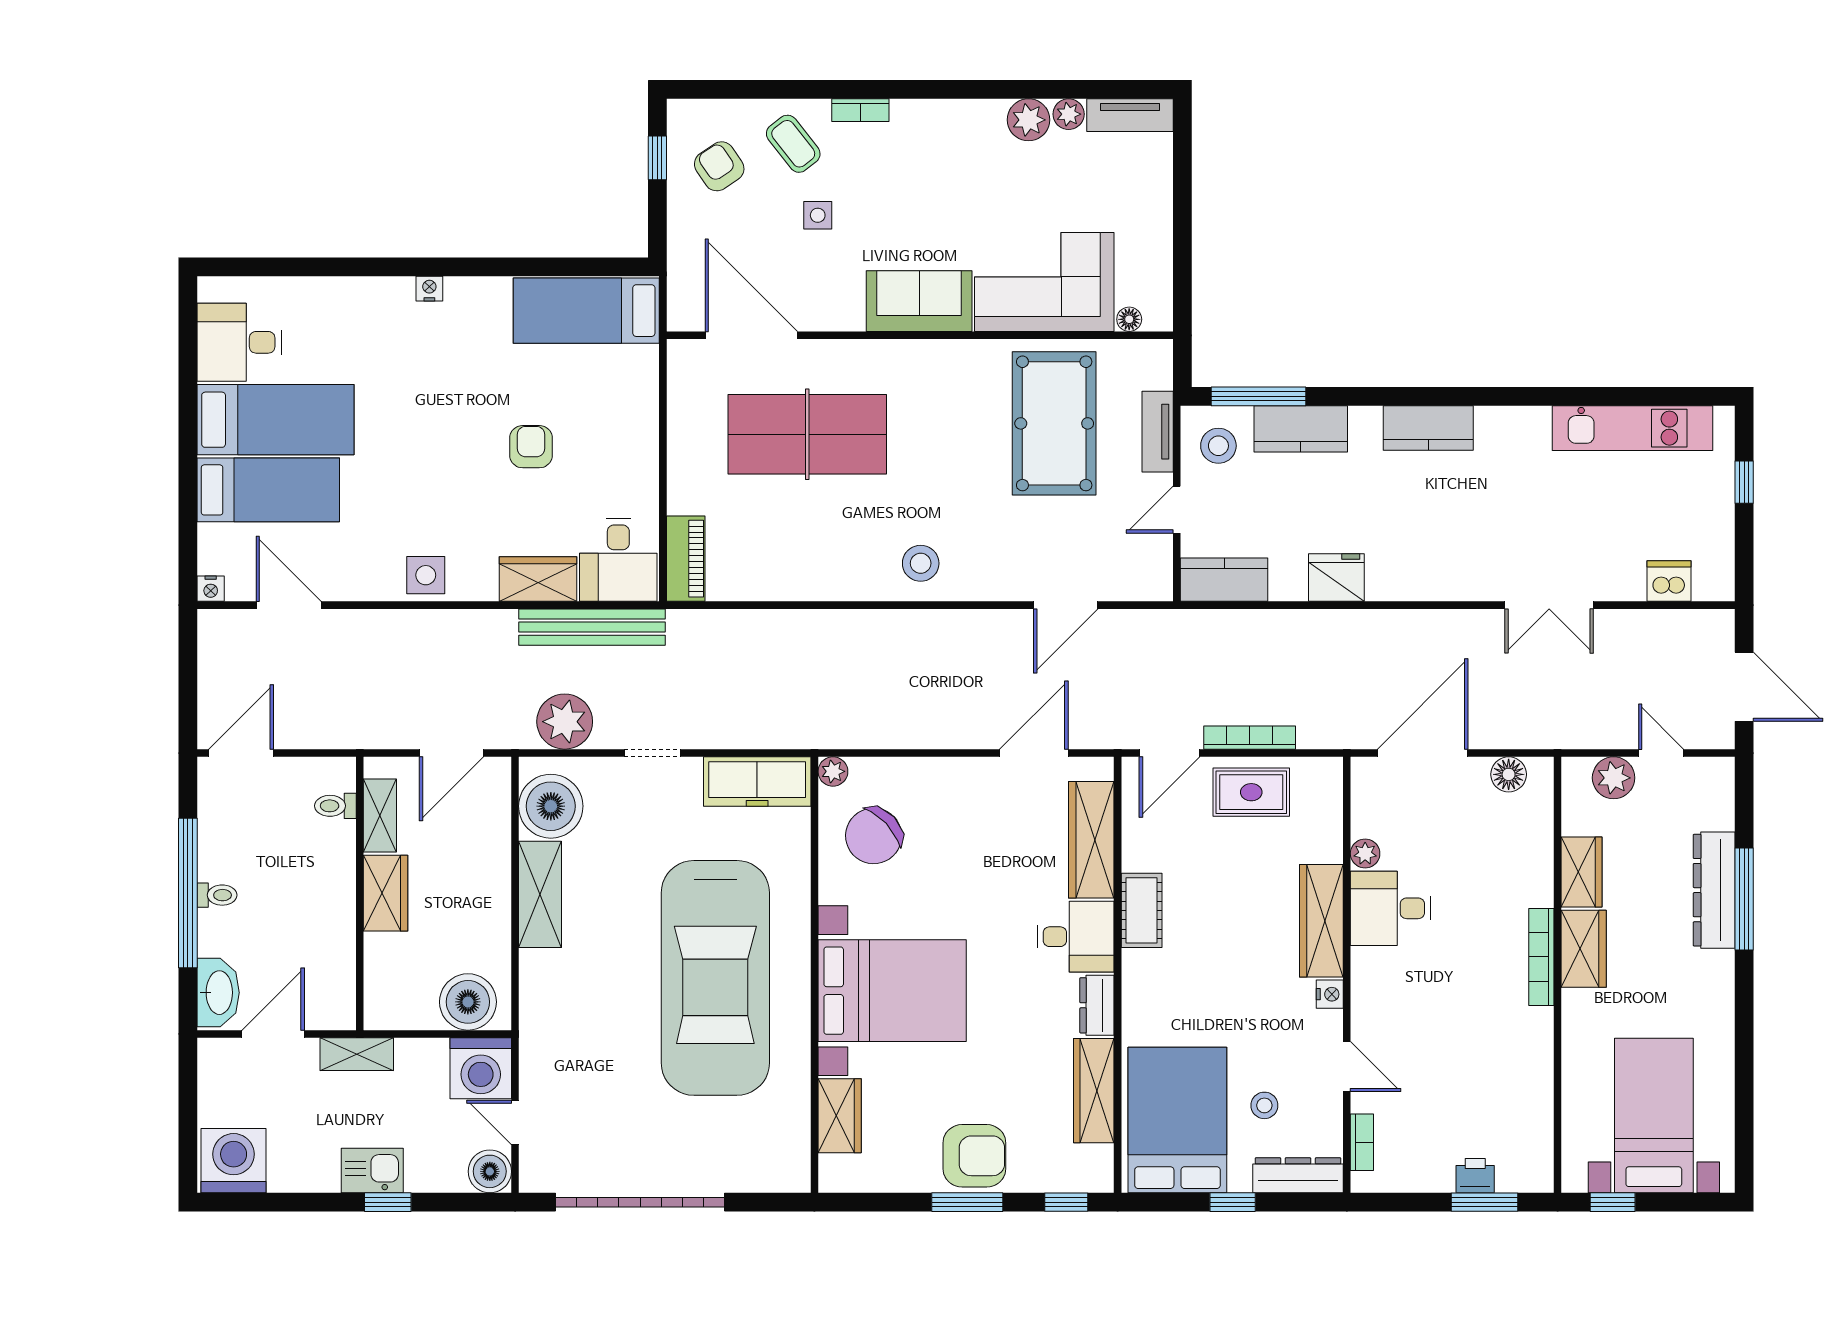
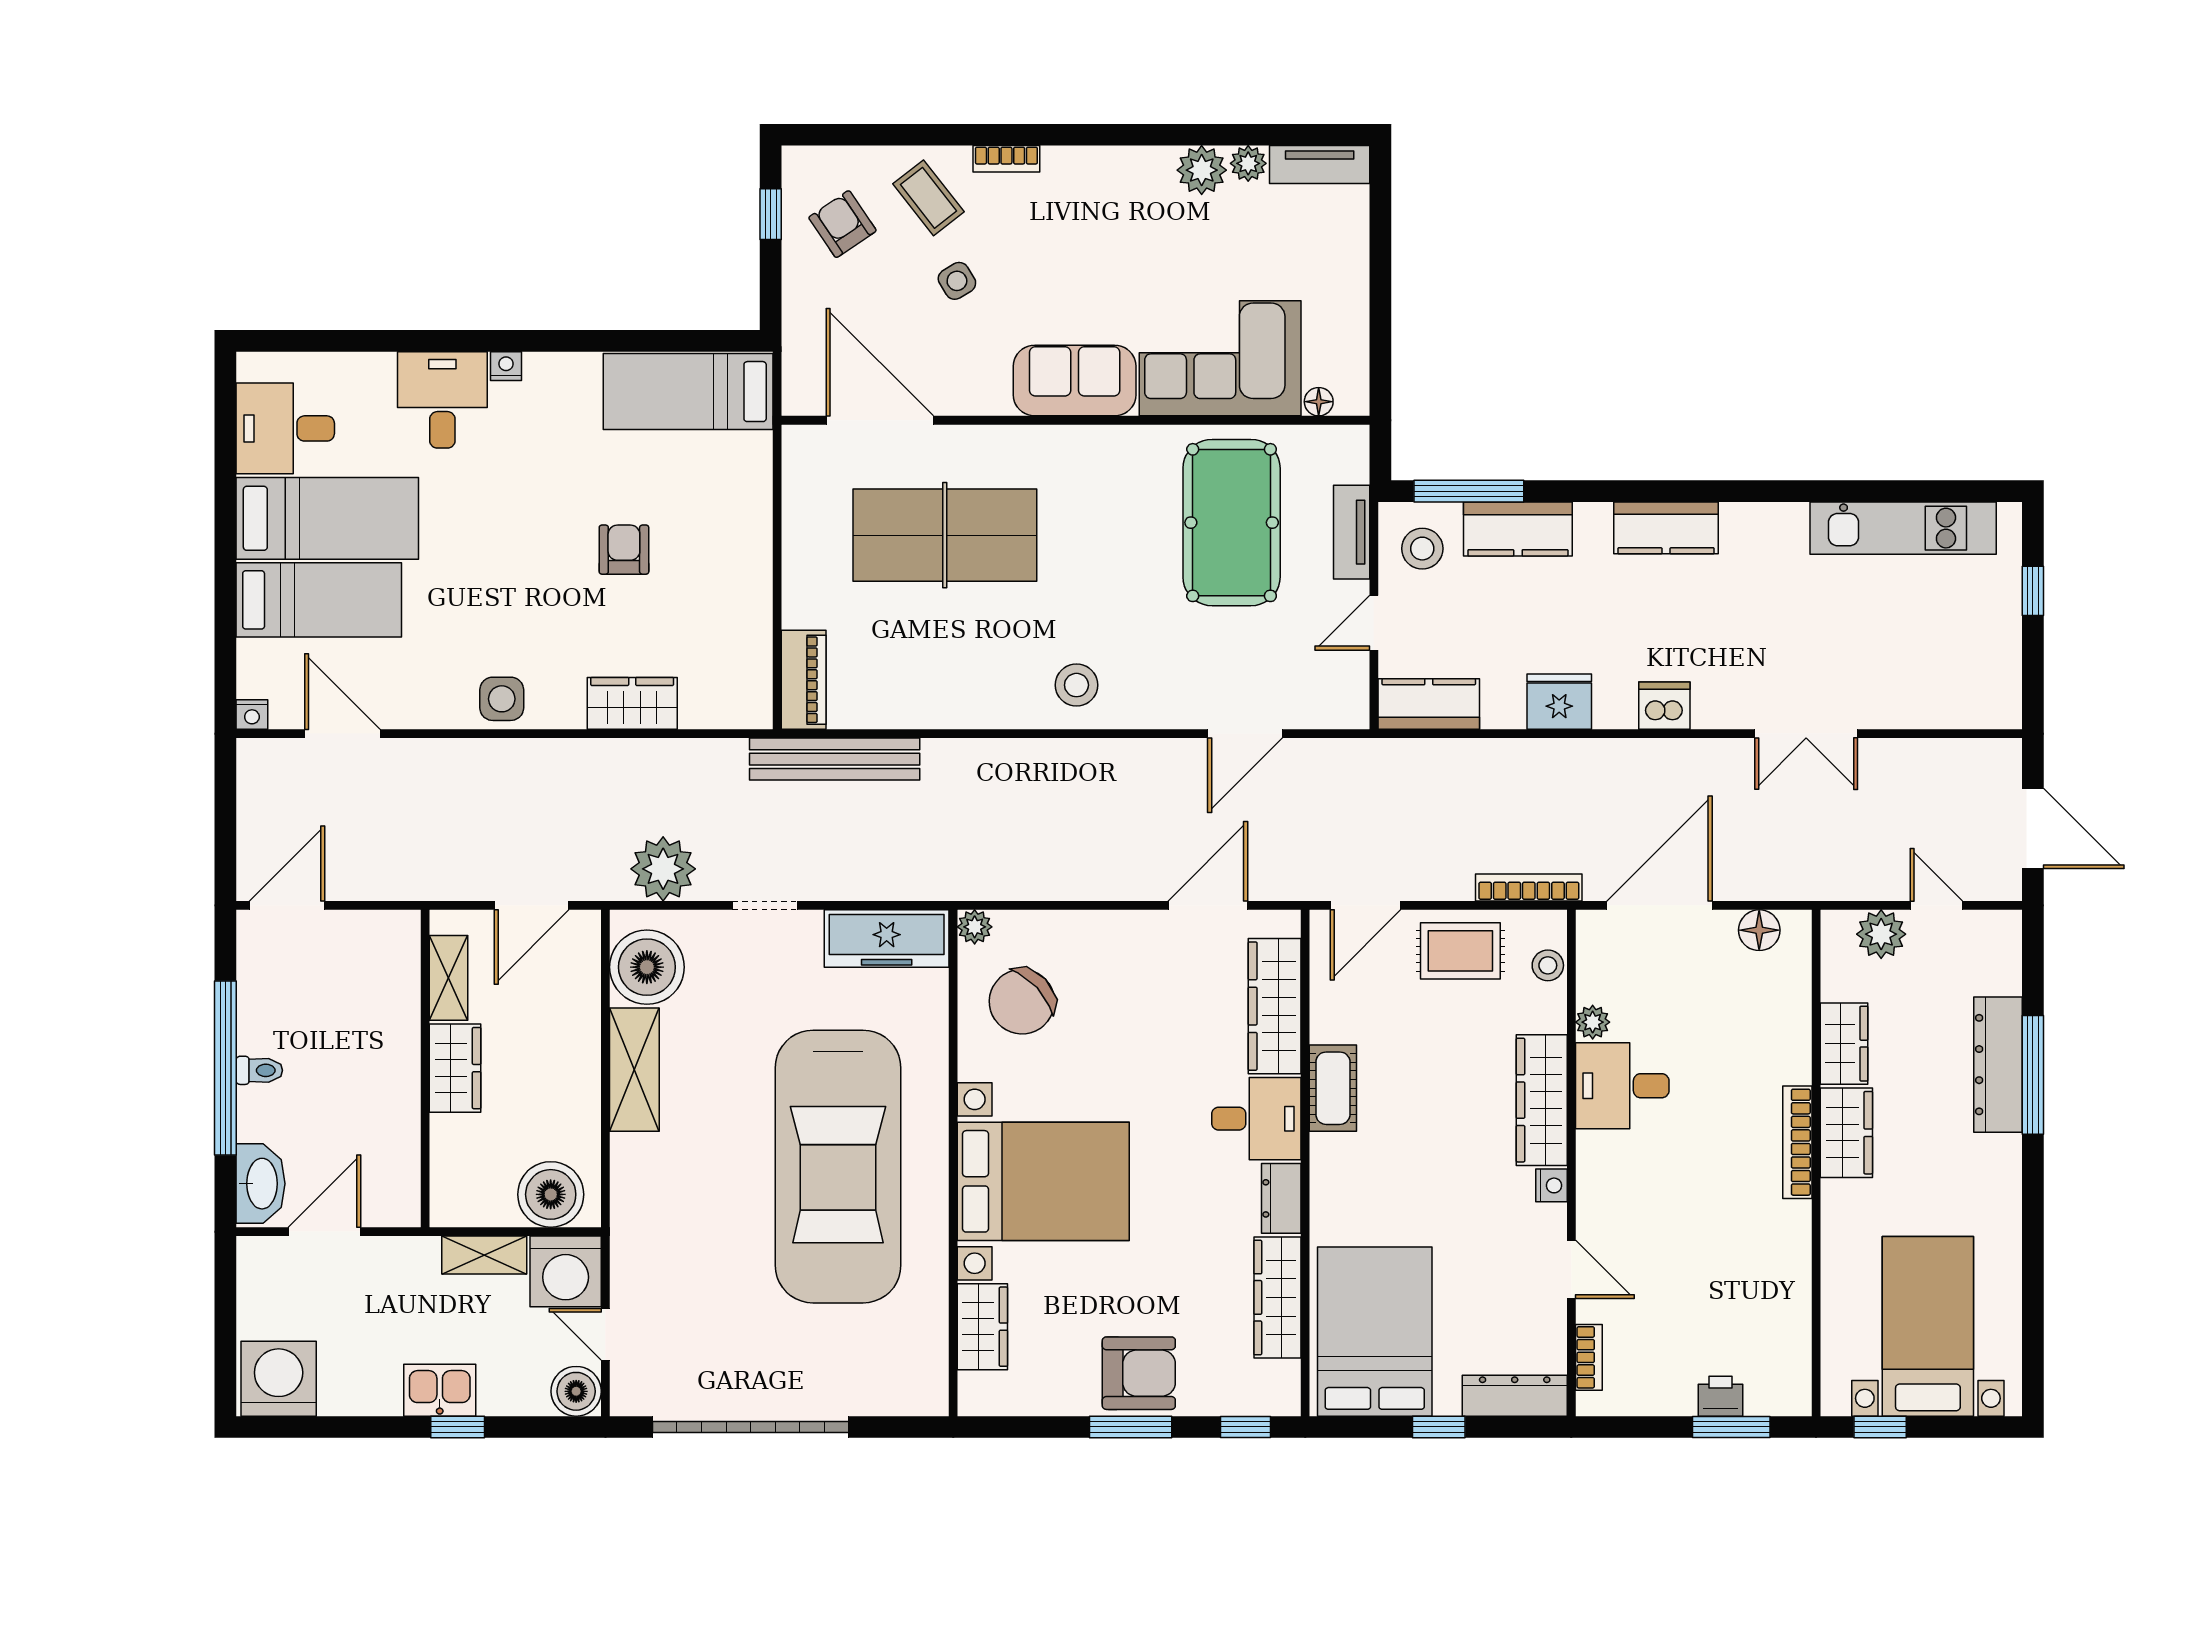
side table: (818, 215) -> (957, 281), turned -31
desk: (618, 560) -> (442, 400), moved, turned 180
dishwasher: (1669, 581) -> (1664, 706), moved
bench: (592, 627) -> (835, 759), moved
bookcase: (1250, 738) -> (1529, 887), moved
toilet: (335, 806) -> (397, 967), removed
shelving: (357, 1054) -> (484, 1255), moved
stool: (1264, 1105) -> (1548, 965), moved

